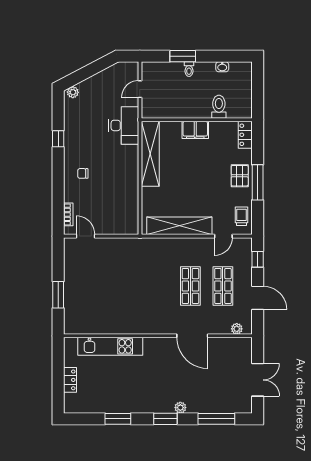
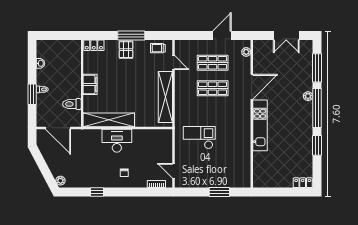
door: (140, 89) -> (58, 128), width x1.88
toilet: (219, 107) -> (72, 104), moved
desk: (124, 125) -> (117, 141), moved
pallet: (240, 176) -> (126, 50), turned 90
door: (85, 236) -> (173, 171), hinge flipped
window: (258, 259) -> (192, 36), removed
checkout: (128, 269) -> (199, 138), added
kitchen unit: (110, 346) -> (260, 125), moved
locker: (70, 380) -> (303, 183), moved
double door: (258, 380) -> (286, 36), swing flipped
window: (165, 419) -> (317, 108), width x2.11

